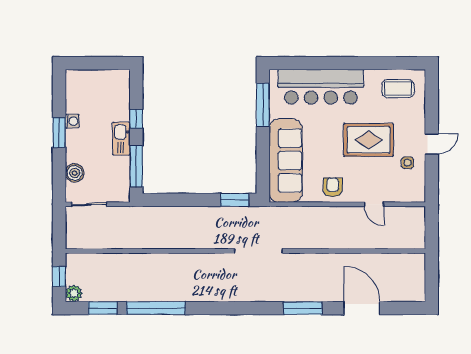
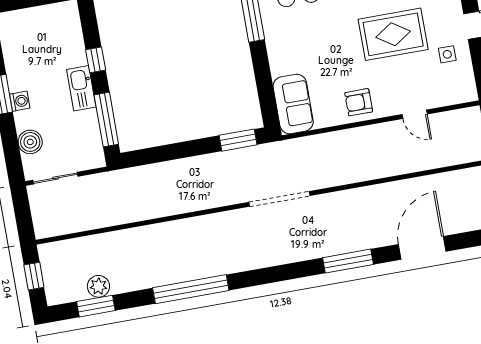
washing machine: (72, 121) -> (20, 101), moved
sofa: (286, 161) -> (293, 104), width x0.54, depth x0.79
armchair: (333, 187) -> (359, 102), turned -90
plant: (74, 293) -> (98, 286), moved
window: (156, 308) -> (191, 289), moved
door: (362, 308) -> (422, 248), hinge flipped

